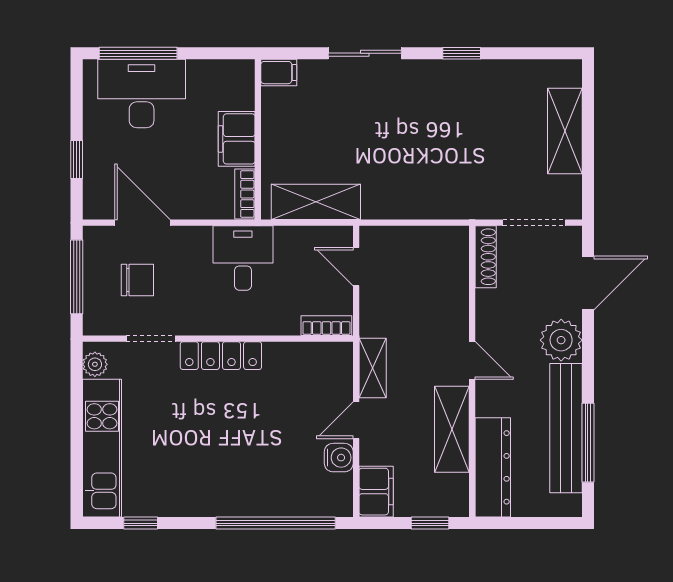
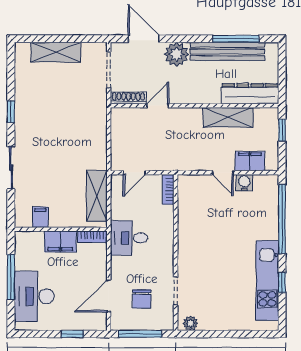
window: (138, 53) -> (11, 277), moved
filing cabinet: (279, 73) -> (40, 217), moved
chair: (137, 280) -> (142, 299), turned 180
locker: (221, 356) -> (185, 251), removed
door: (472, 360) -> (158, 106), moved
shelving: (373, 368) -> (193, 163), removed
kitchen unit: (102, 448) -> (267, 281), moved, turned -90
filing cabinet: (376, 492) -> (250, 161), moved
window: (141, 523) -> (282, 282), moved

